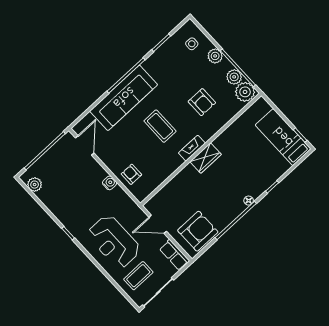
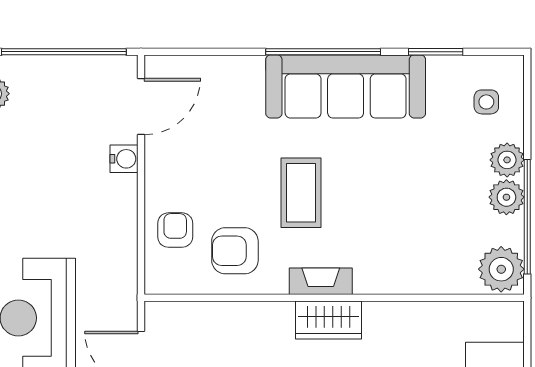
plant: (234, 77) -> (506, 197), moved
sofa: (124, 98) -> (346, 86), moved
armchair: (202, 102) -> (235, 251), moved, turned 90
water cooler: (110, 183) -> (124, 159), moved

